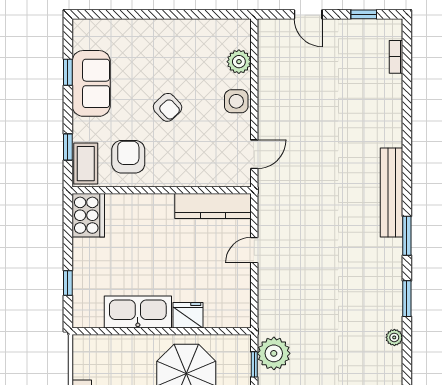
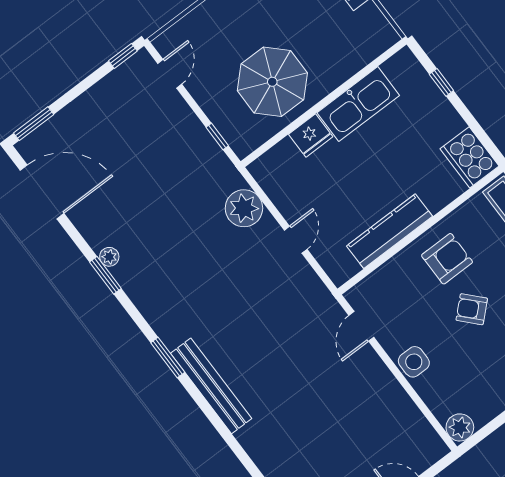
plant: (239, 62) -> (460, 427), moved
armchair: (128, 157) -> (447, 259), moved, turned -90
kitchen counter: (213, 206) -> (390, 231), moved
window: (407, 299) -> (105, 275), moved
plant: (274, 353) -> (244, 208), moved

